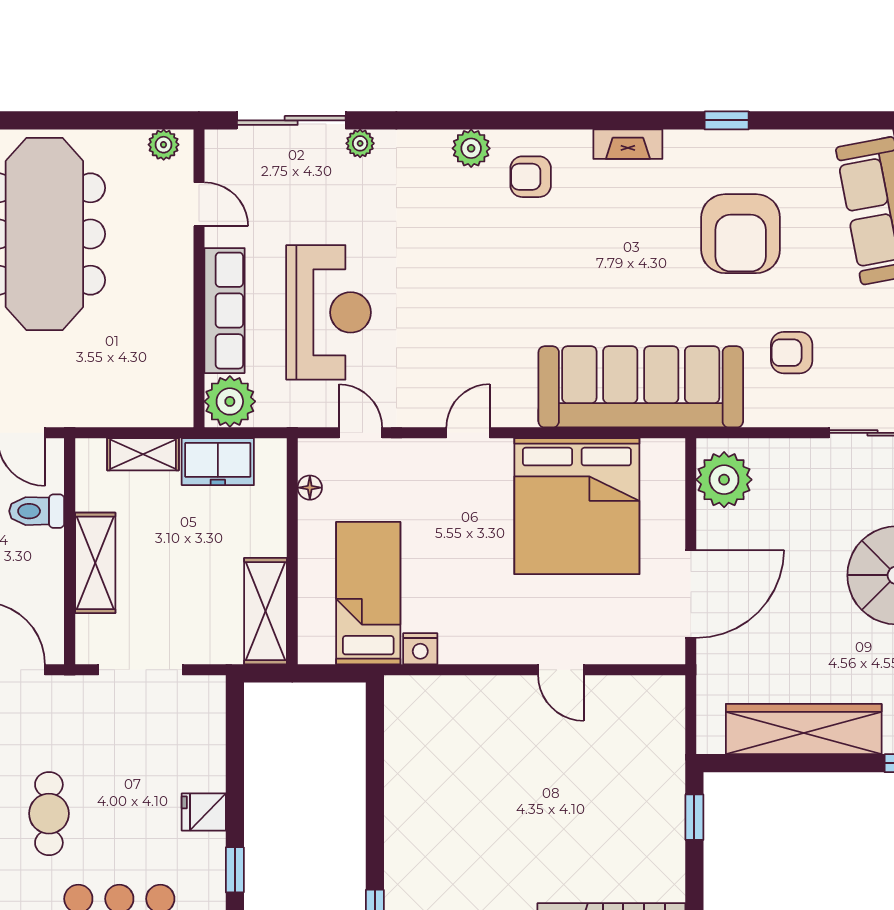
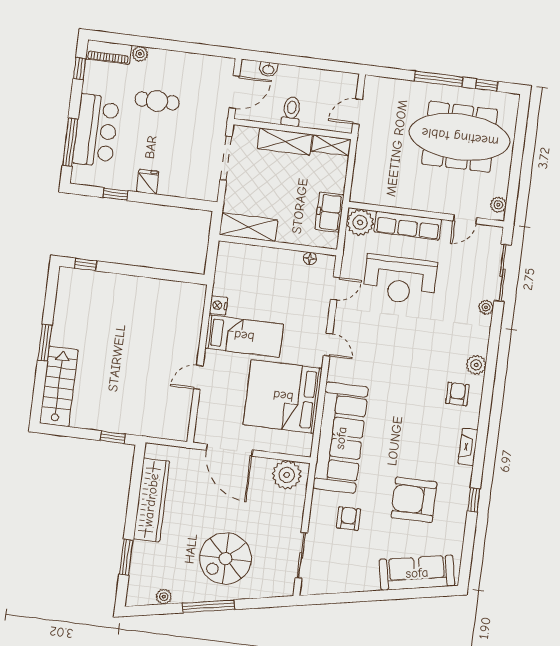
shelving: (143, 454) -> (331, 145), moved, turned 90
toilet: (37, 511) -> (291, 111), moved
bed: (368, 593) -> (244, 336), moved

